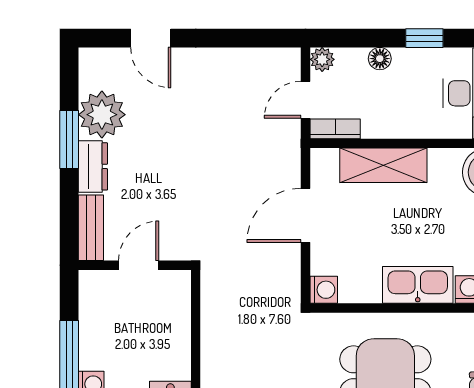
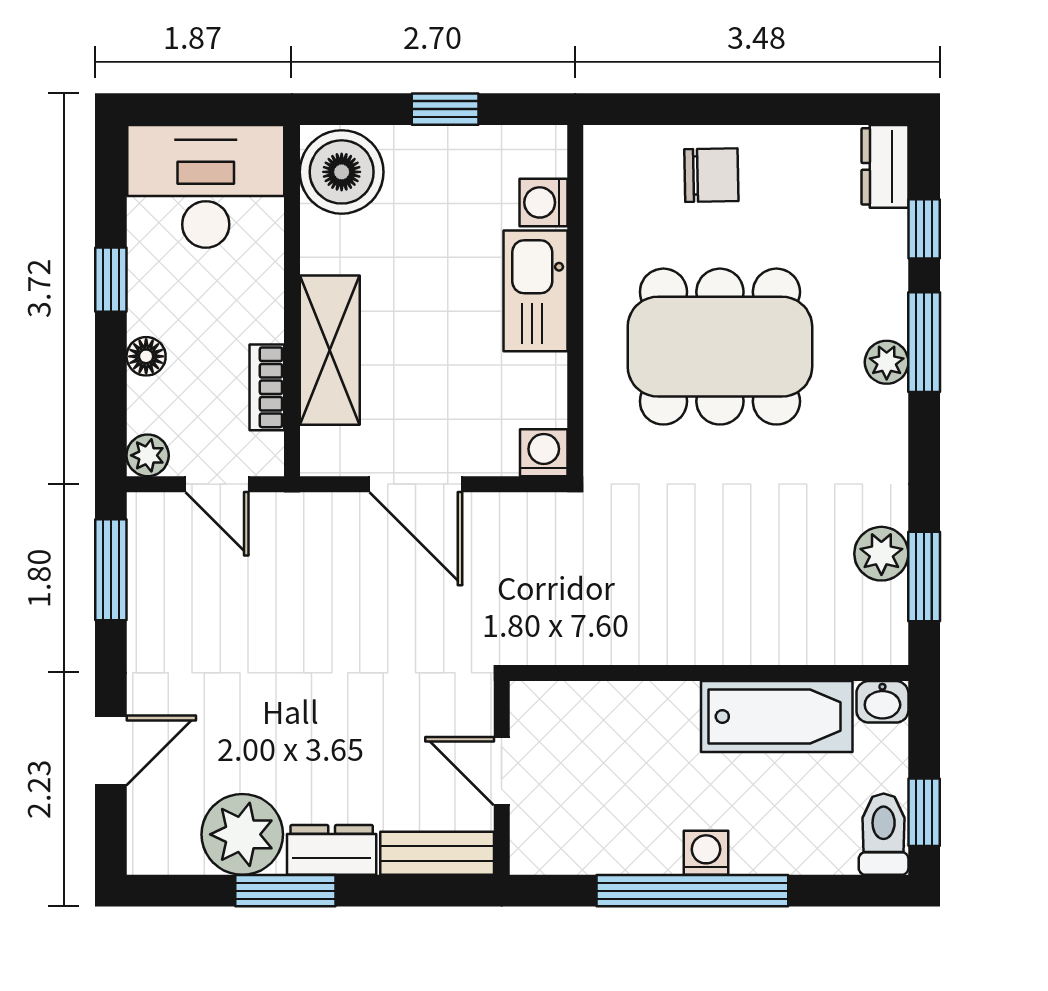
window: (256, 38) -> (111, 570), added
bookcase: (335, 129) -> (267, 387), moved

